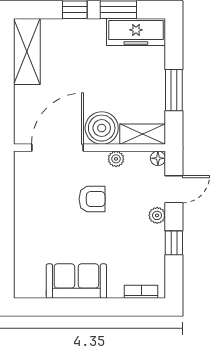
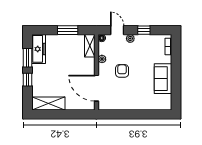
boiler: (102, 128) -> (87, 66), removed

